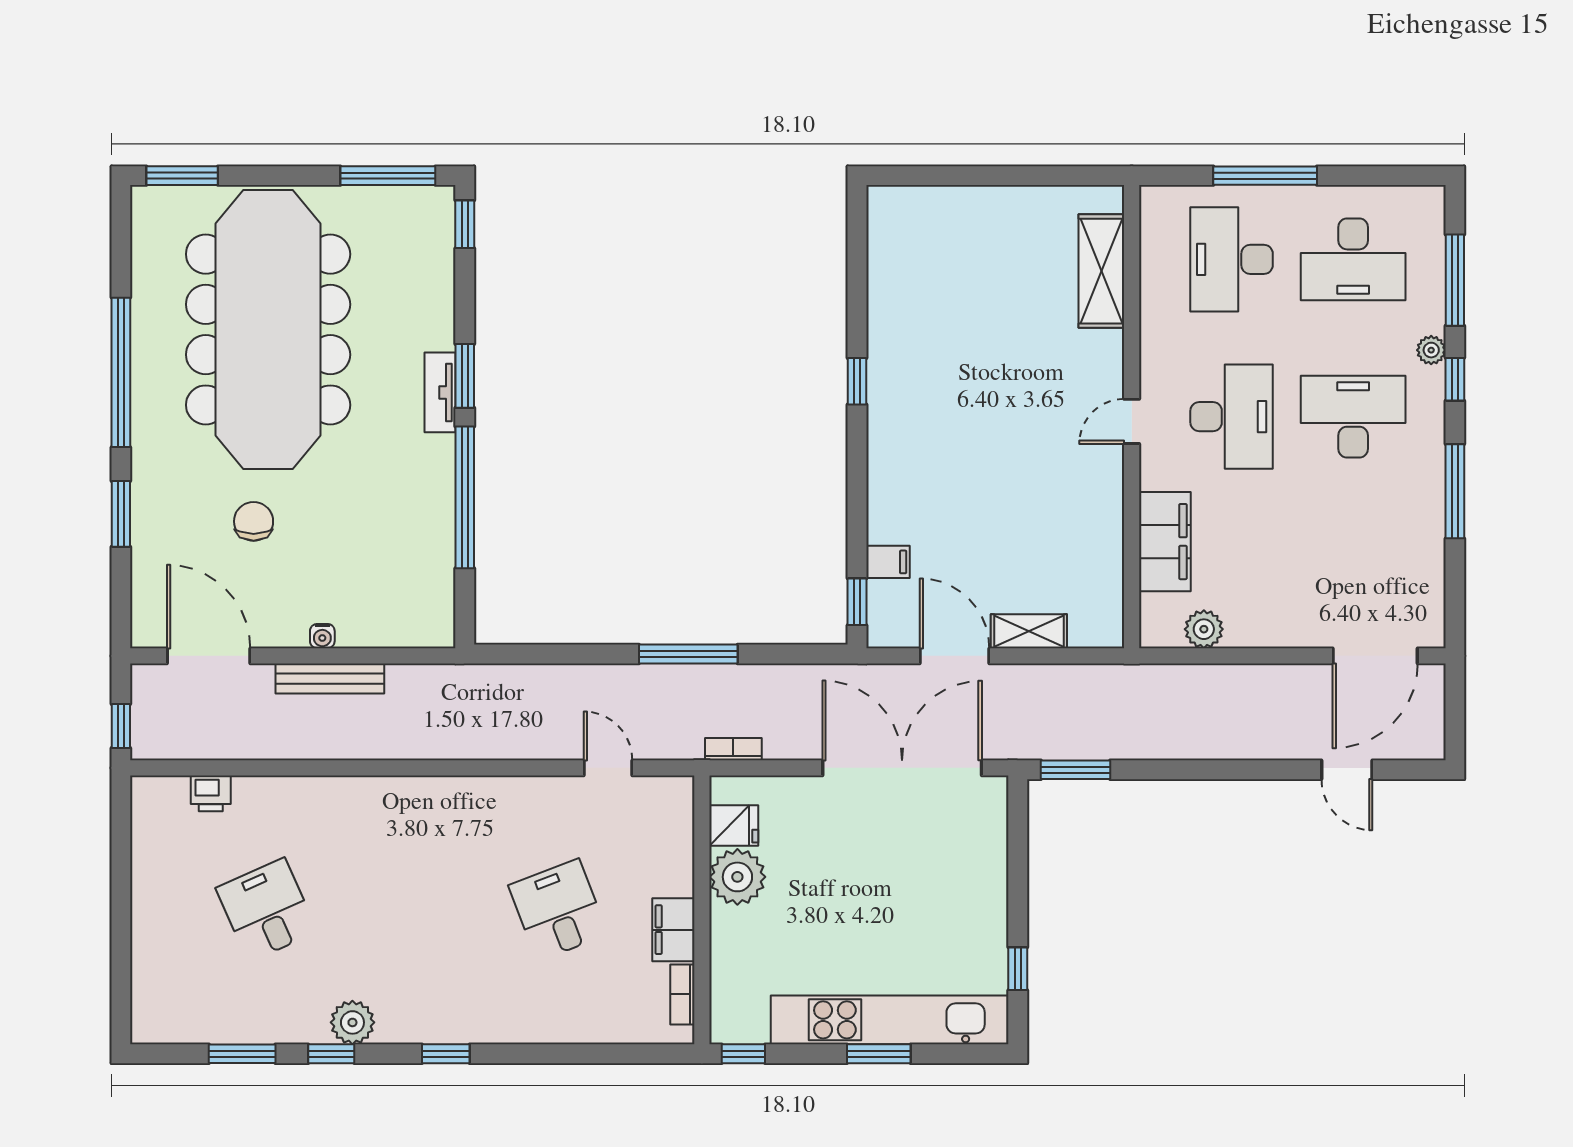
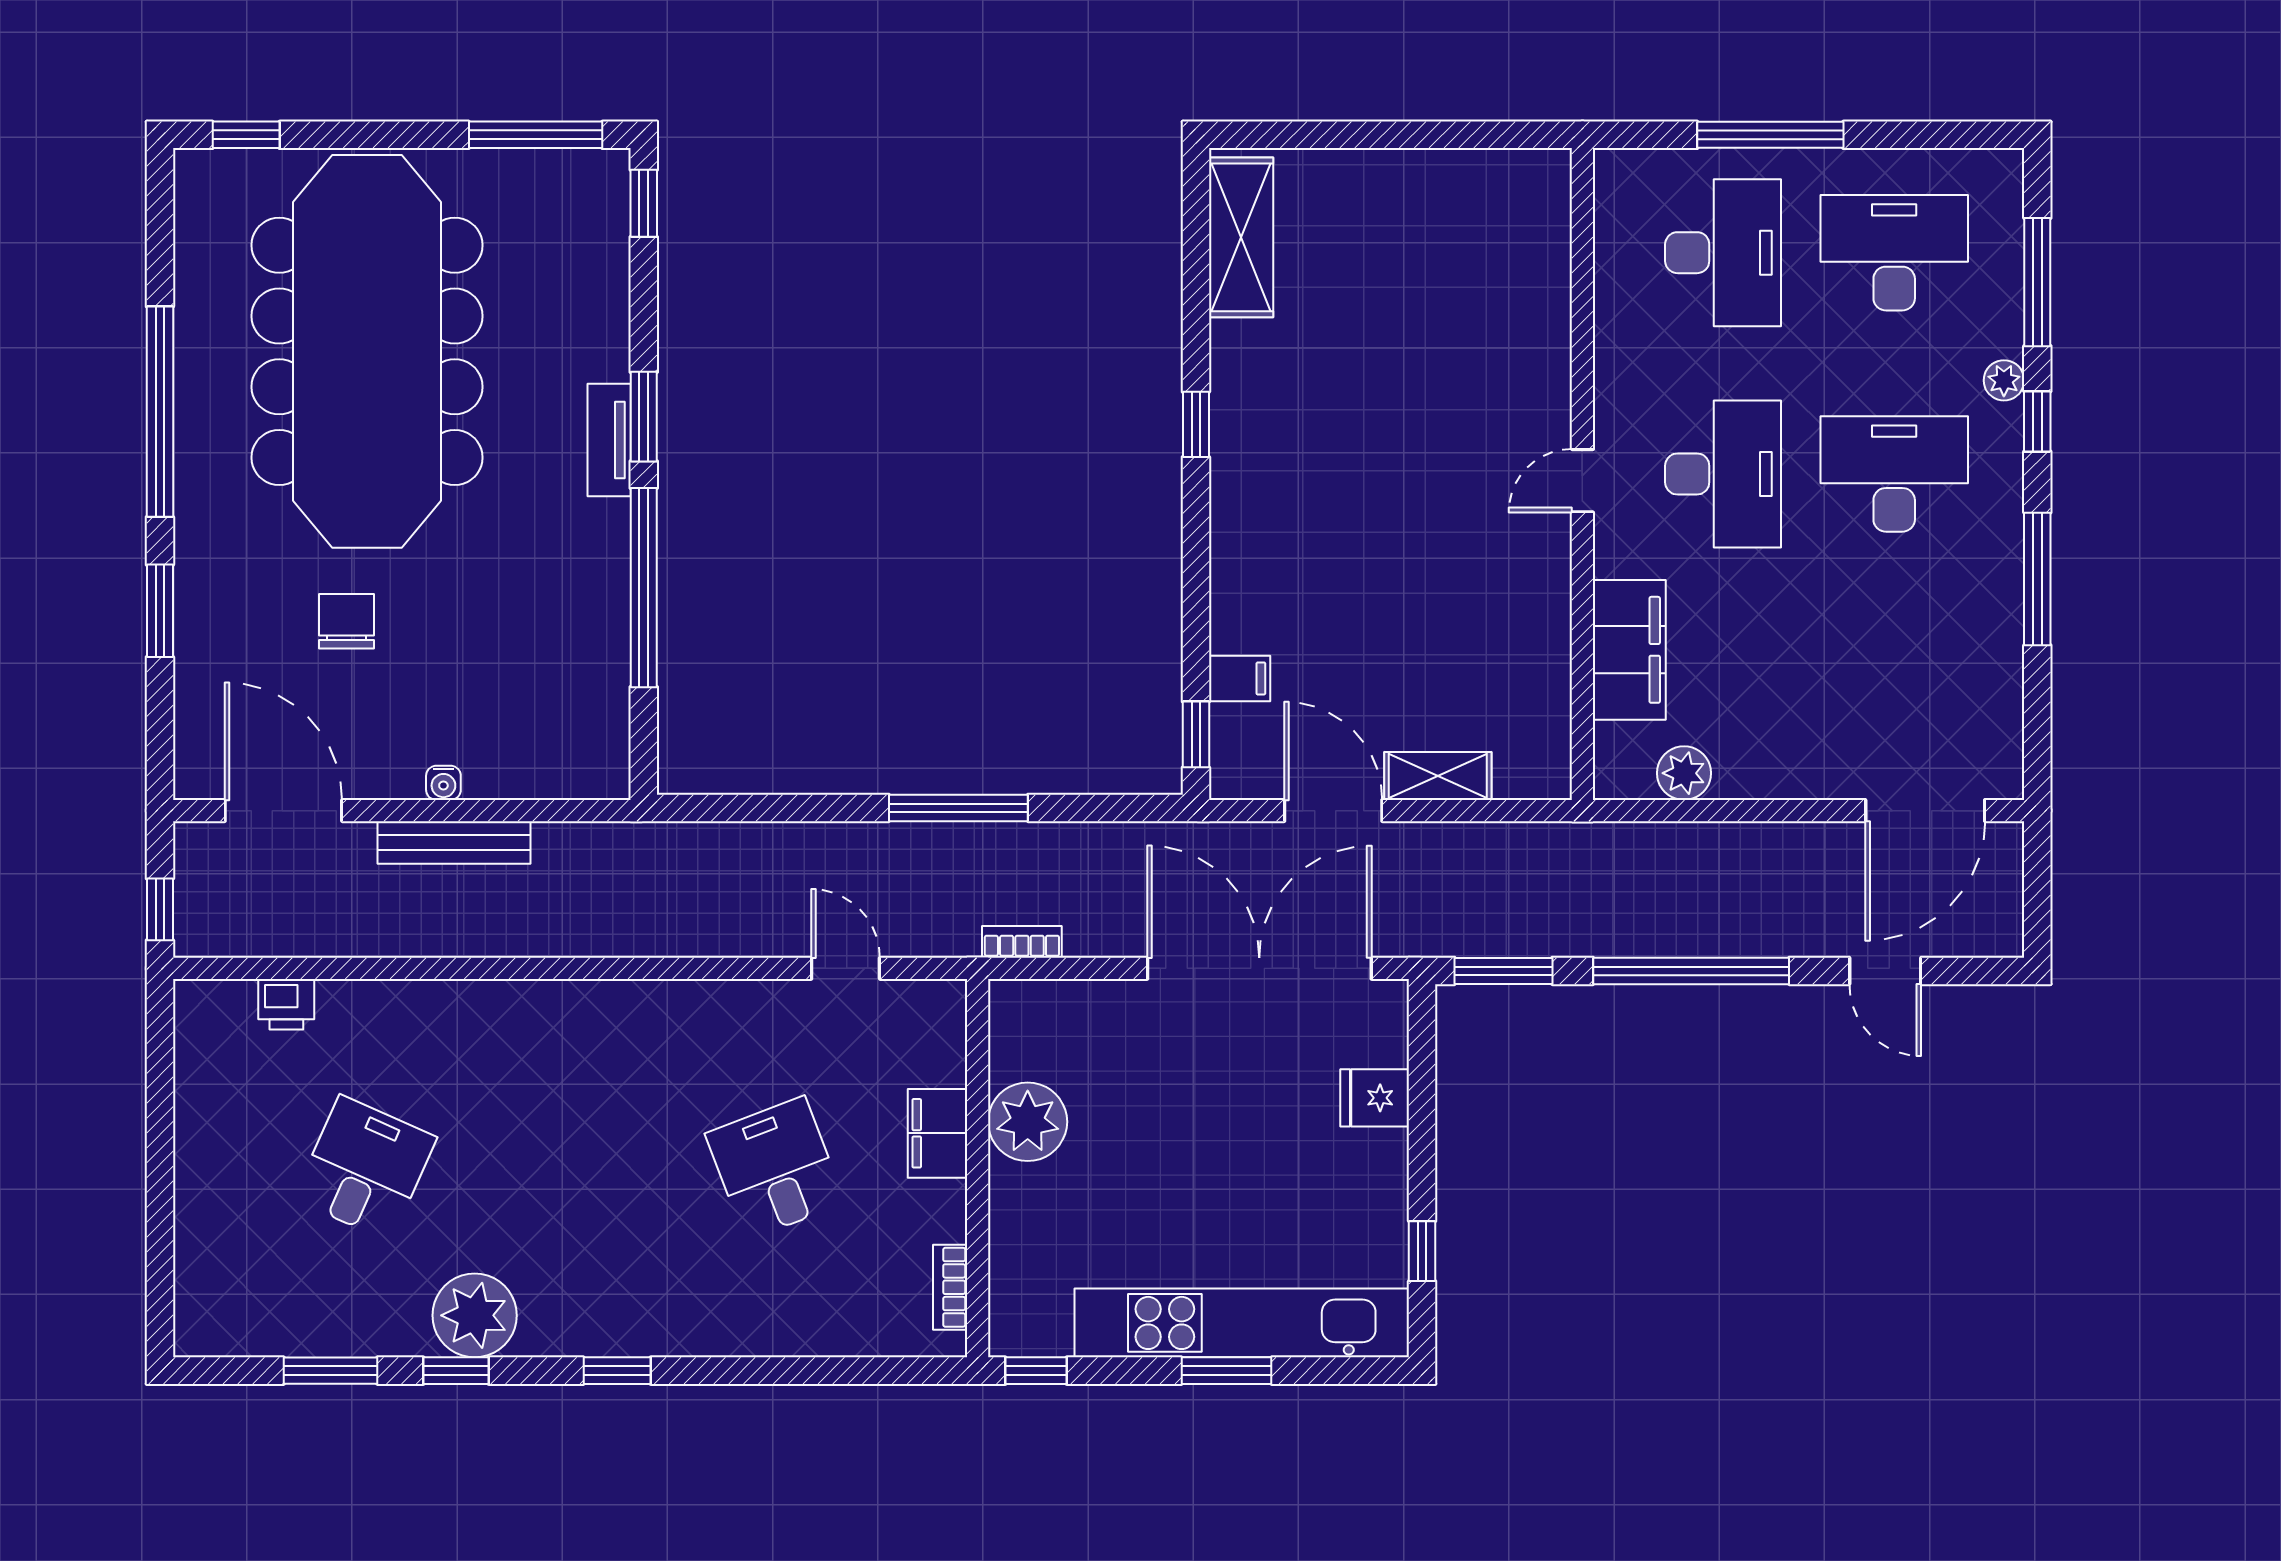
window: (182, 176) -> (246, 135), width x0.67
desk: (1232, 259) -> (1723, 253), turned 180
desk: (1353, 259) -> (1894, 253), turned 180
shelving: (1101, 271) -> (1241, 237), moved
window: (1209, 770) -> (1691, 971), added
fridge: (734, 825) -> (1375, 1098), moved, turned 180
desk: (267, 910) -> (365, 1168), turned 48
filing cabinet: (673, 930) -> (937, 1133), moved
plant: (352, 1022) -> (475, 1315), width x1.36, depth x1.36

